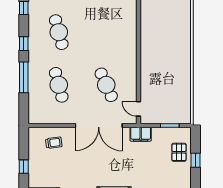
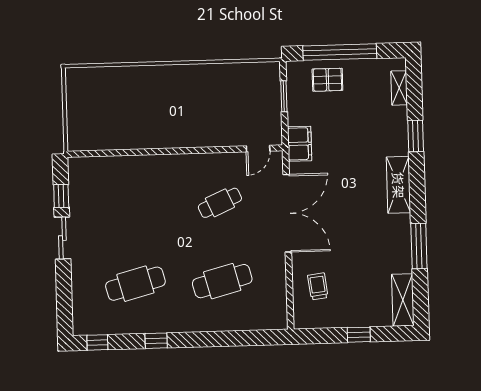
window: (24, 77) -> (212, 339), removed
cafe table: (106, 85) -> (220, 203), width x0.73, depth x0.74
window: (195, 160) -> (340, 52), width x3.17

